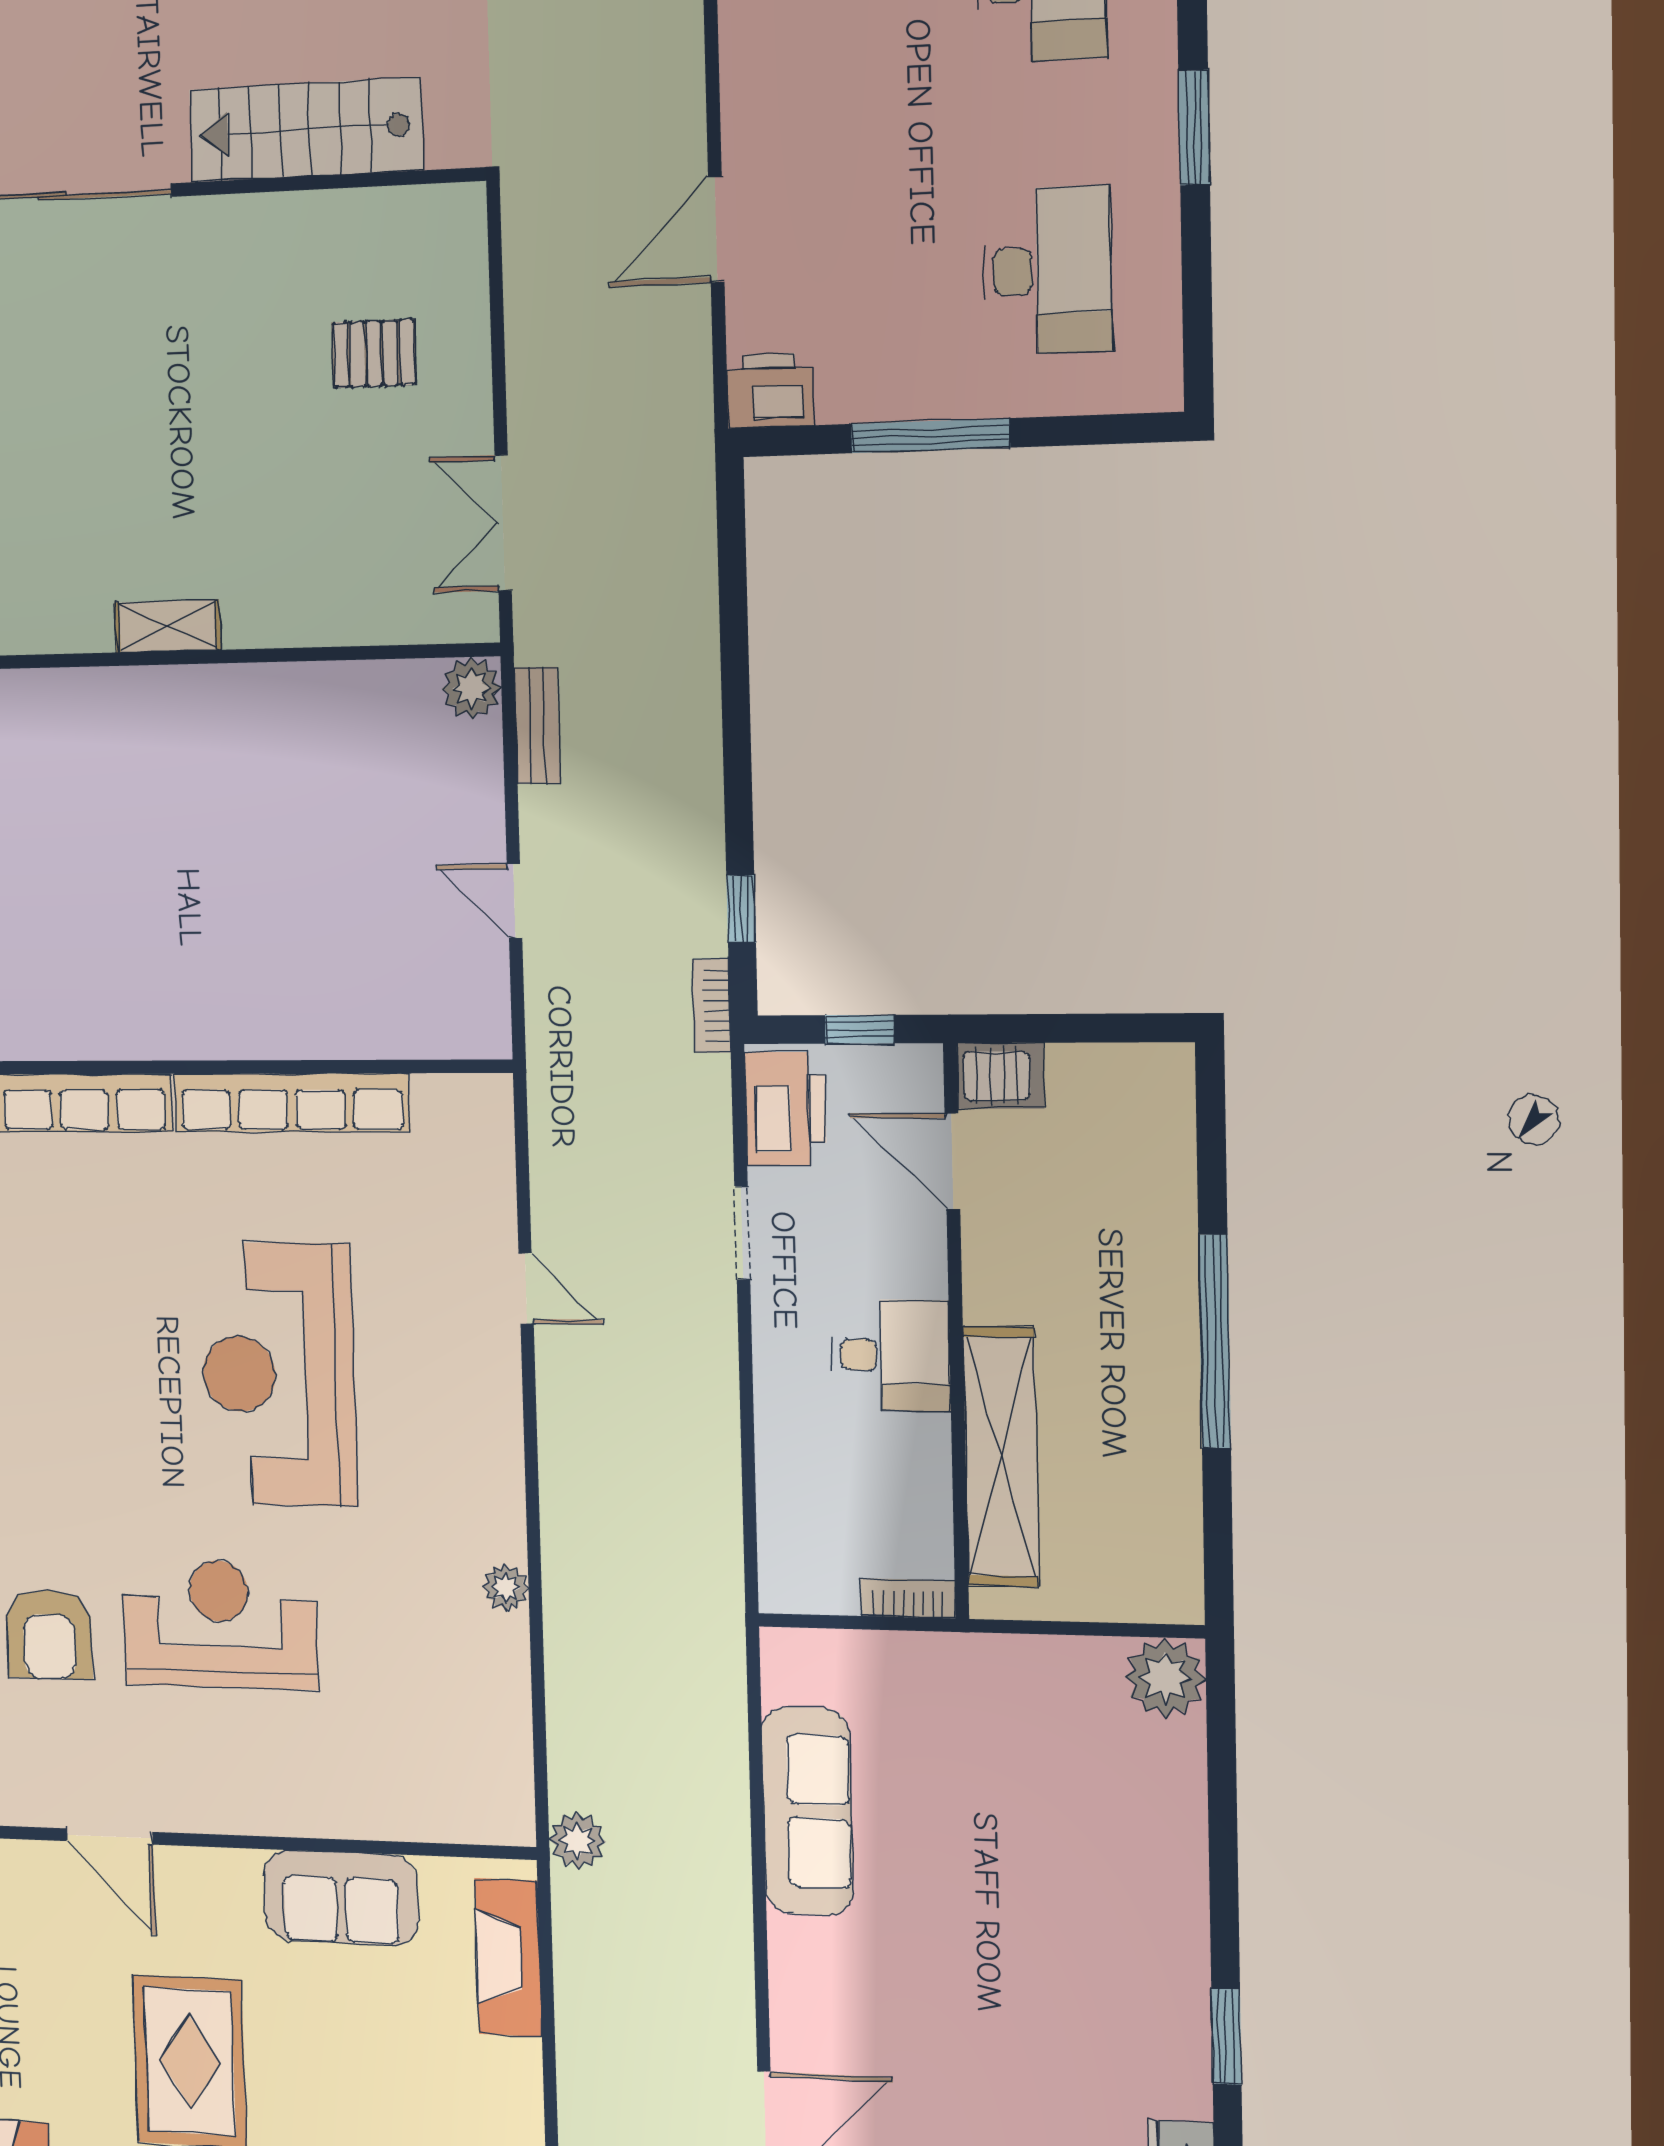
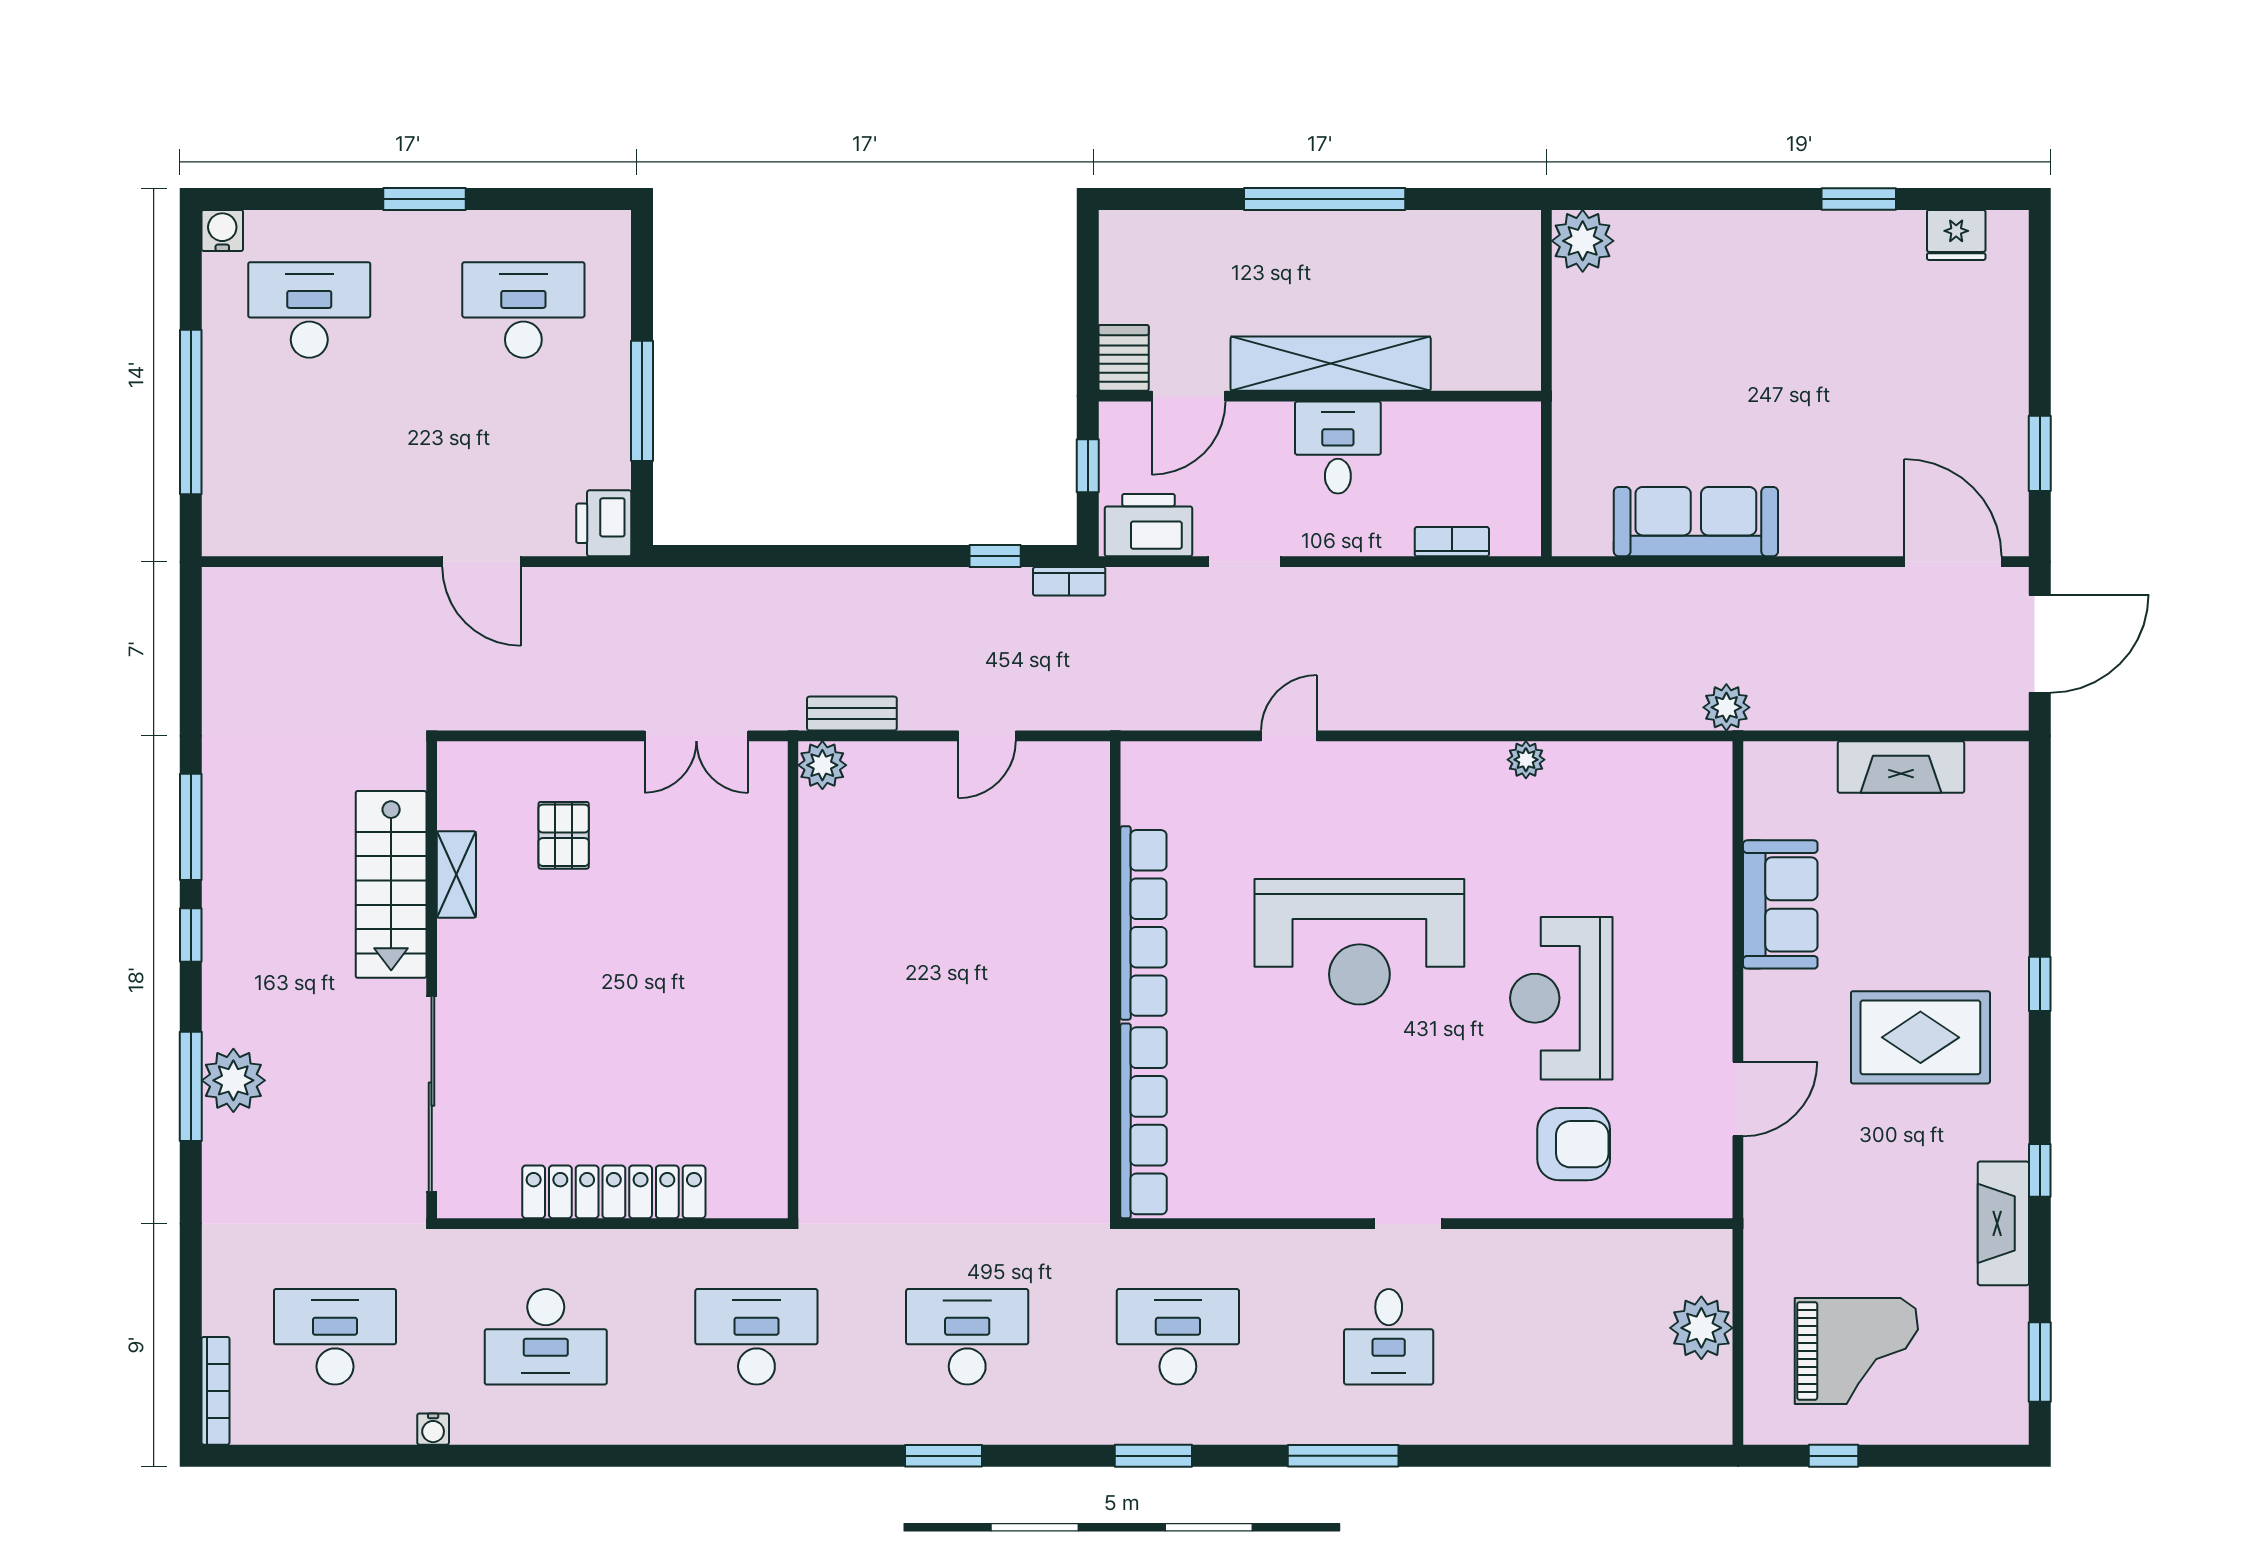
shelving: (168, 626) -> (456, 875), moved
shelving: (1001, 1457) -> (1331, 364), moved
bookcase: (908, 1598) -> (1452, 542), moved, turned 90
fireplace: (508, 1957) -> (1901, 767), moved

